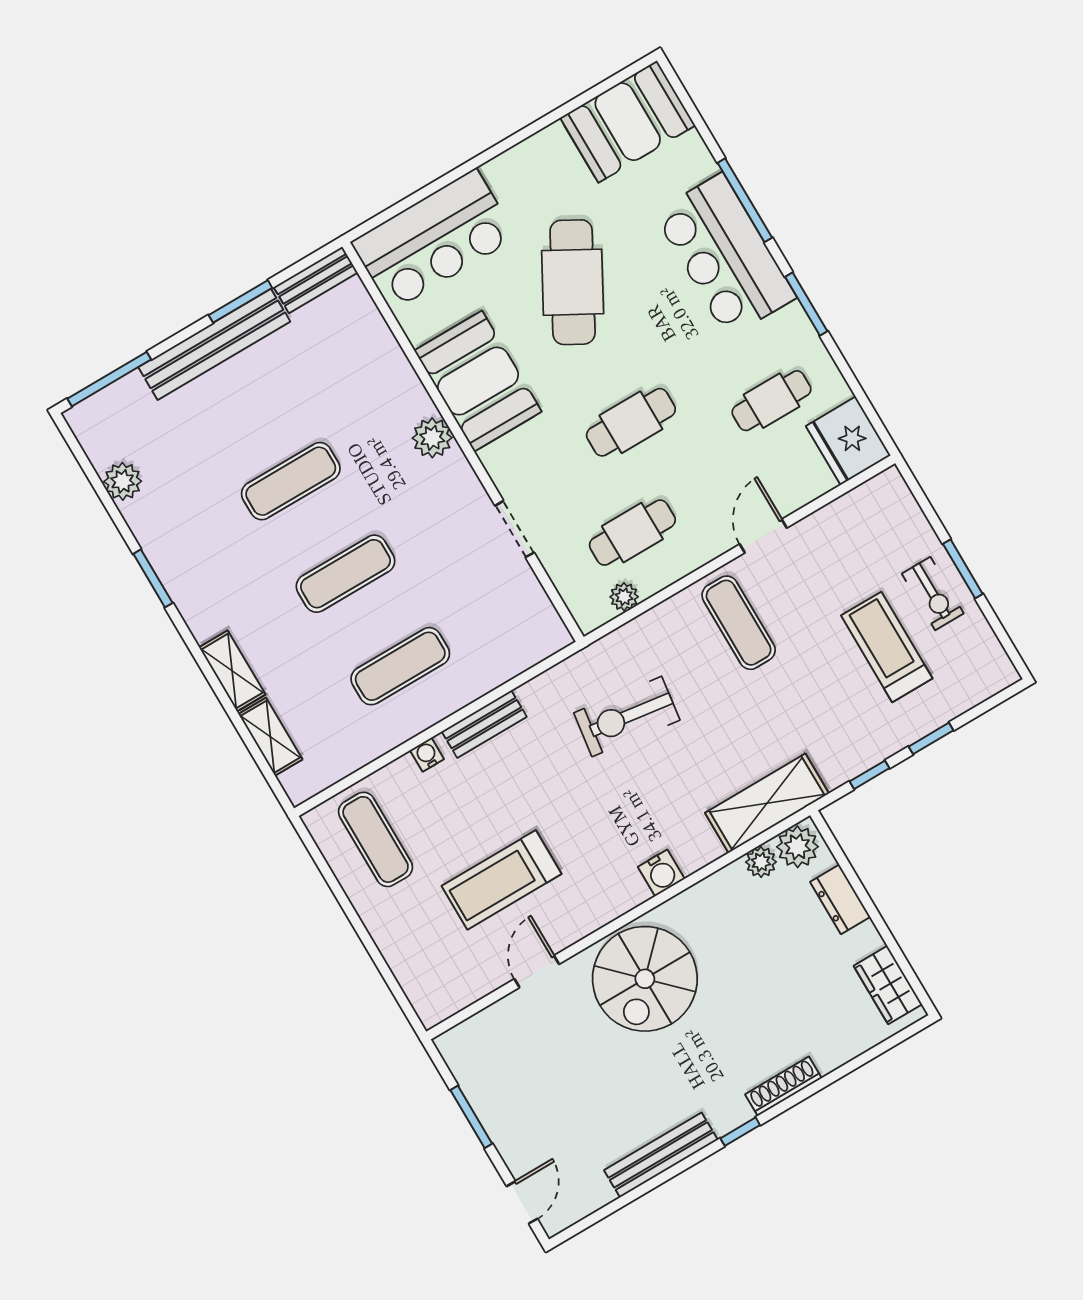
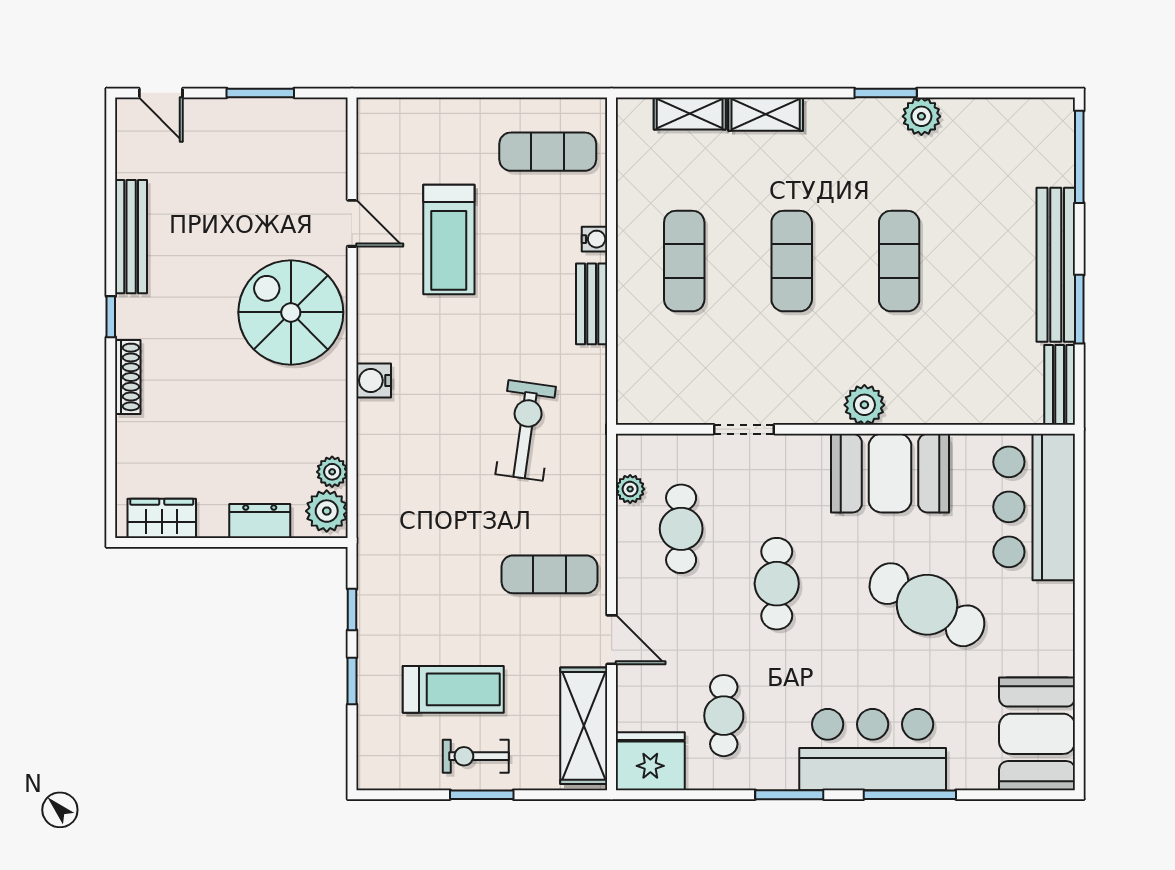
plant: (123, 481) -> (921, 116), moved
shelving: (767, 803) -> (584, 726), moved
treadmill: (502, 880) -> (449, 239), turned 180

